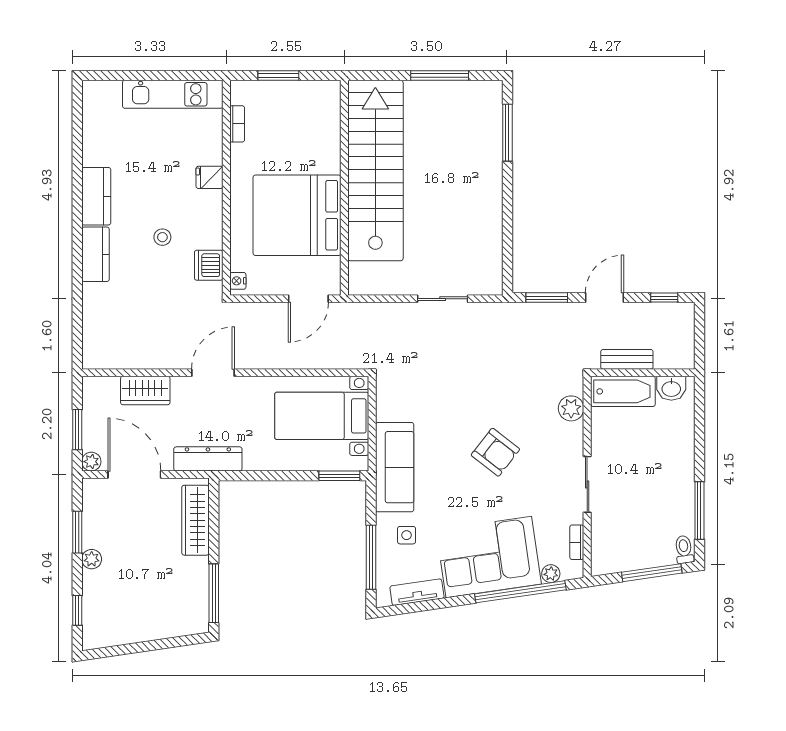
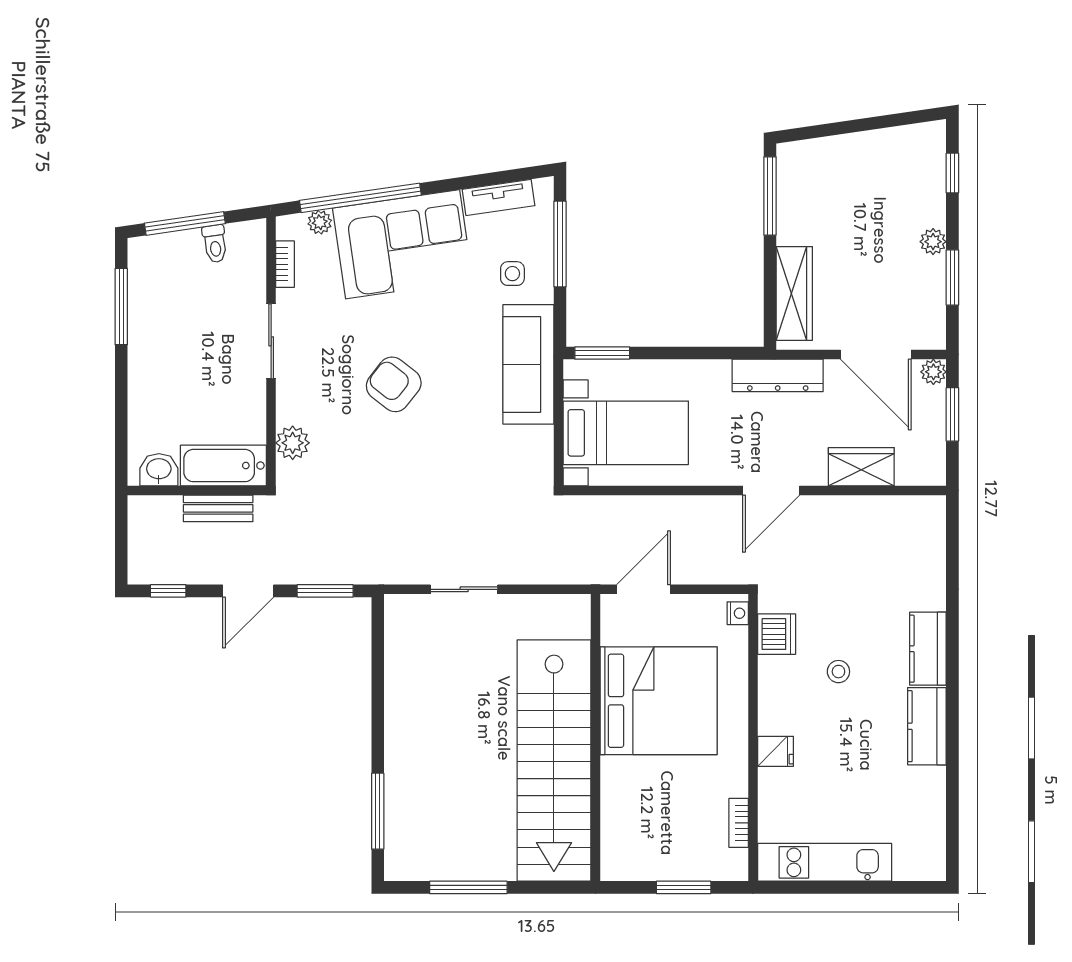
toilet: (684, 549) -> (215, 244), moved

